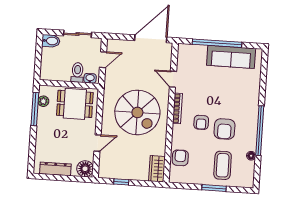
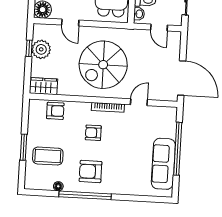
armchair: (224, 129) -> (91, 171), moved
plant: (122, 170) -> (41, 49), added

